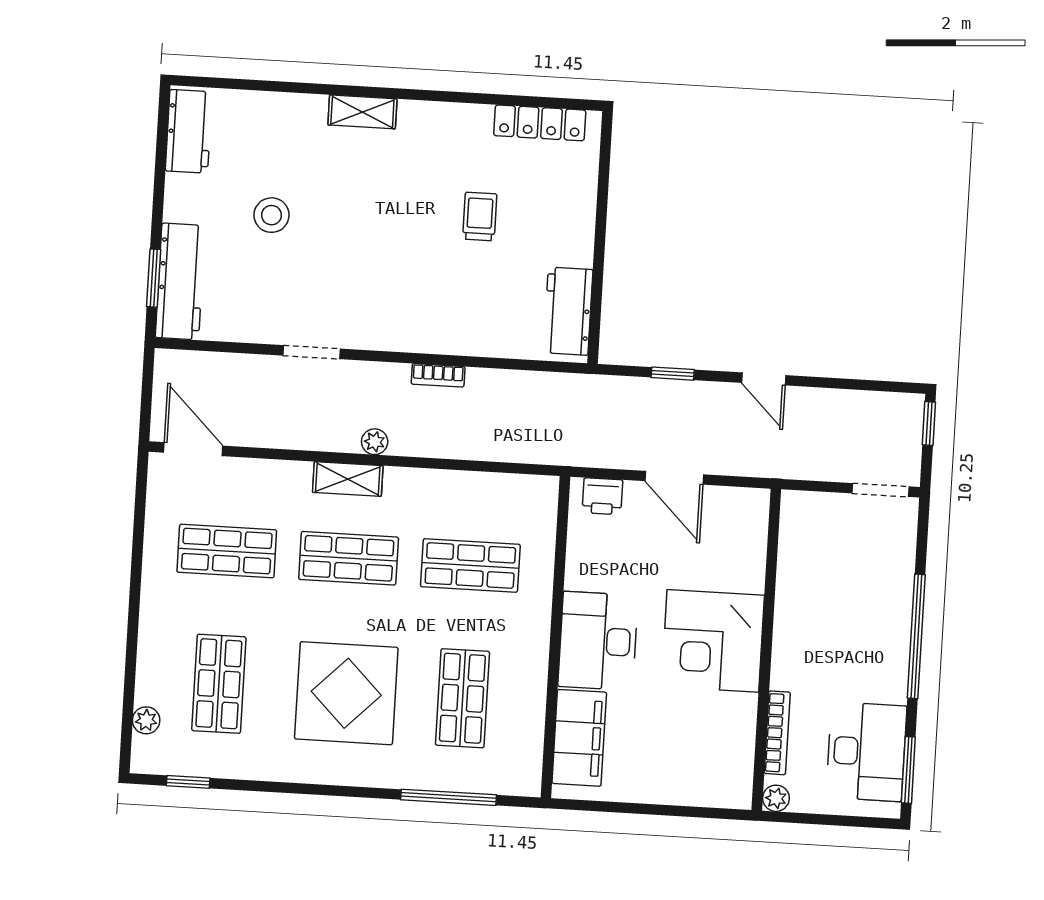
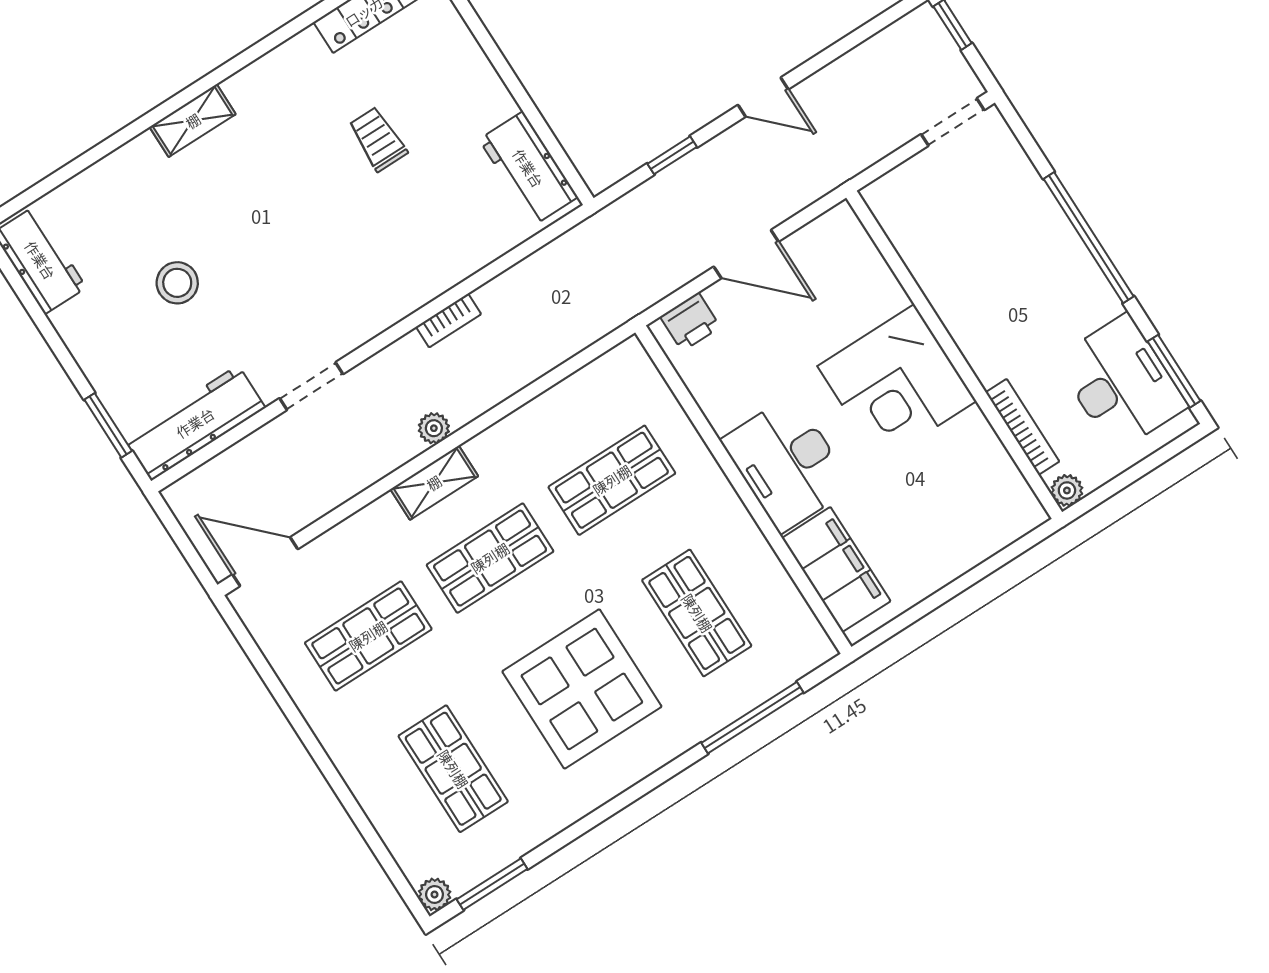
workbench: (180, 282) -> (195, 423), moved, turned -90
plant: (146, 720) -> (435, 894), moved
window: (188, 782) -> (492, 884), width x1.50

